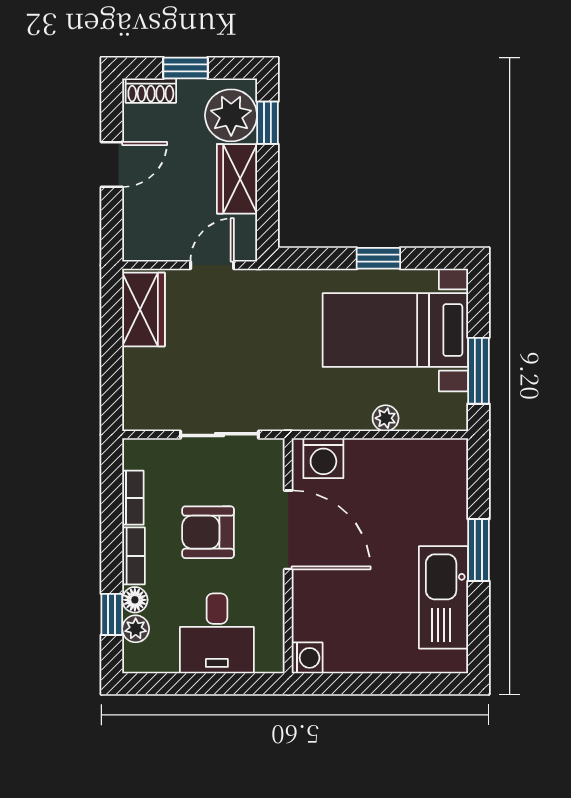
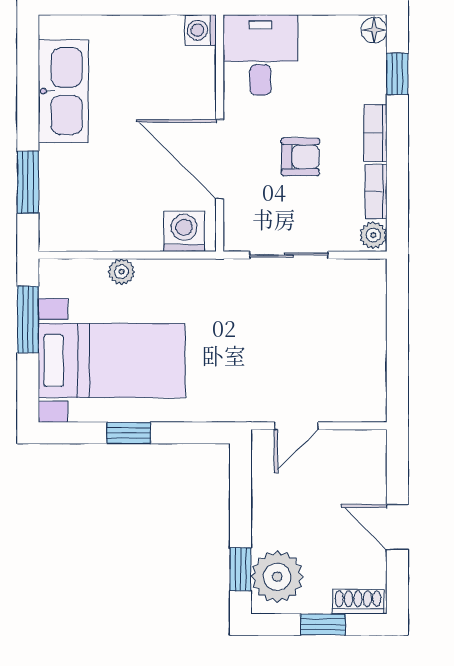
door: (112, 165) -> (397, 527), hinge flipped
wardrobe: (237, 179) -> (271, 513), removed
wardrobe: (143, 309) -> (365, 381), removed
armchair: (208, 532) -> (300, 157), width x0.72, depth x0.72
window: (478, 550) -> (28, 182), moved
floor lamp: (135, 600) -> (374, 30), moved
plant: (136, 629) -> (373, 235), moved
desk: (217, 633) -> (260, 55), moved

